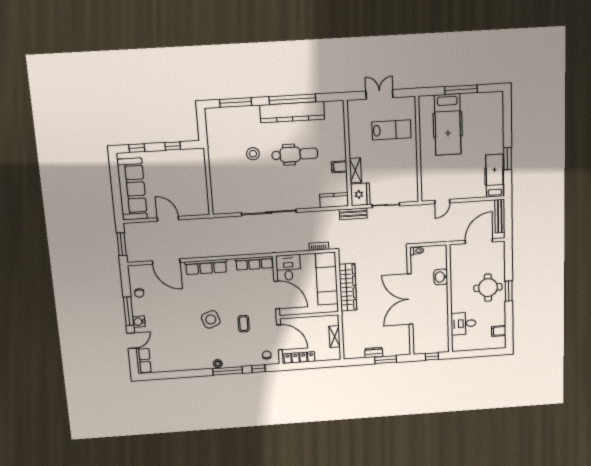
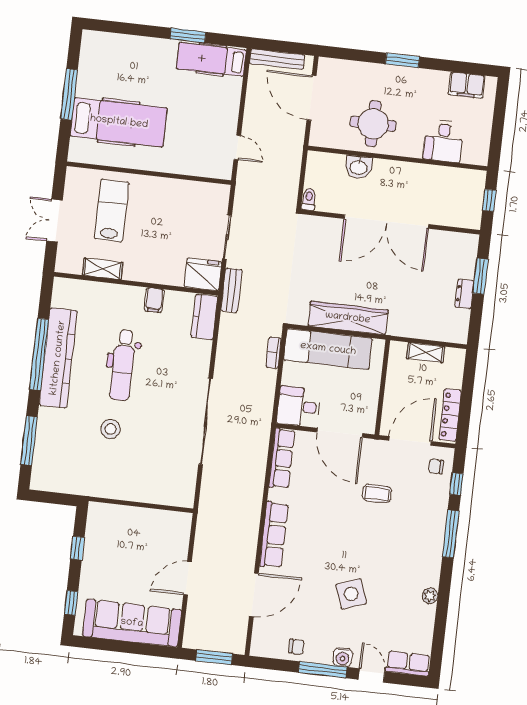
dental chair: (295, 154) -> (123, 365), turned 180
shelving: (355, 170) -> (103, 269), moved
round table: (488, 288) -> (373, 124), moved
door: (277, 295) -> (340, 433), swing flipped
side table: (211, 319) -> (351, 594), moved
filing cabinet: (499, 331) -> (467, 85), width x2.00
plant: (218, 364) -> (430, 596), moved

